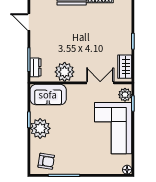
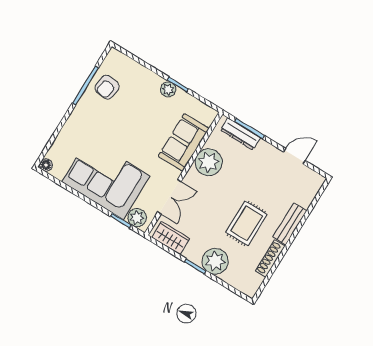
rug: (88, 26) -> (247, 223), added
plant: (122, 31) -> (215, 261), added
dresser: (35, 67) -> (240, 134), width x1.44
sofa: (48, 95) -> (184, 142), moved
plant: (40, 128) -> (168, 89), width x0.53, depth x0.53
armchair: (46, 161) -> (107, 87), moved

